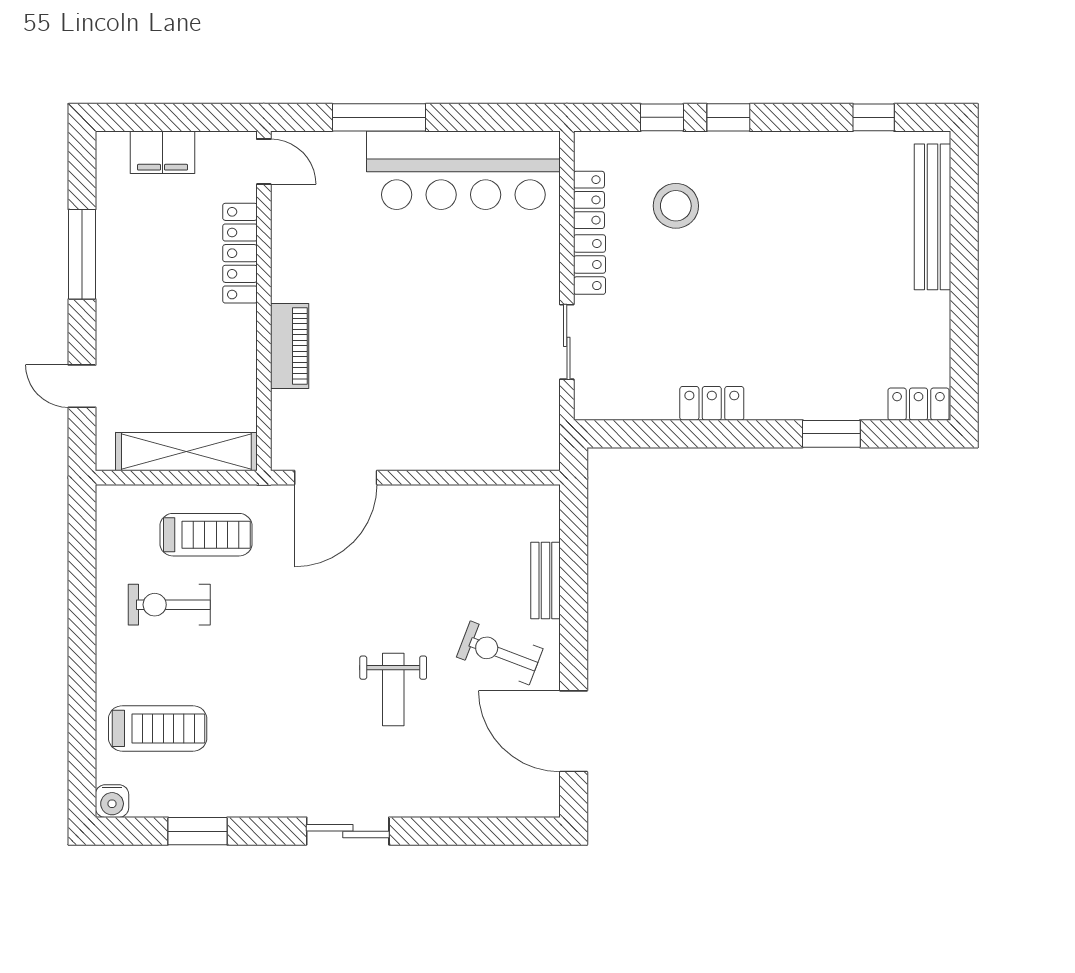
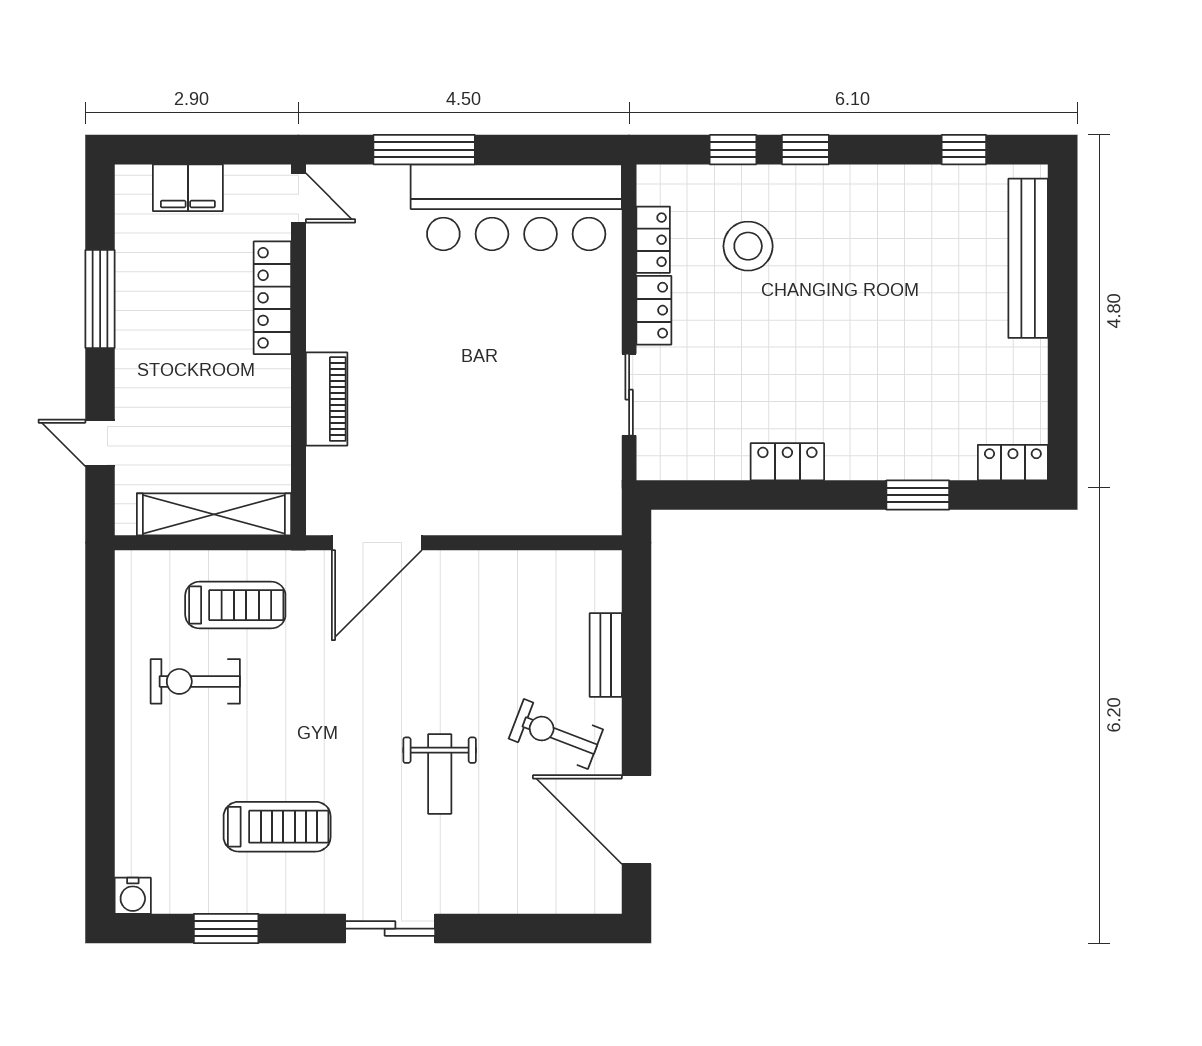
treadmill: (158, 728) -> (277, 827), moved

